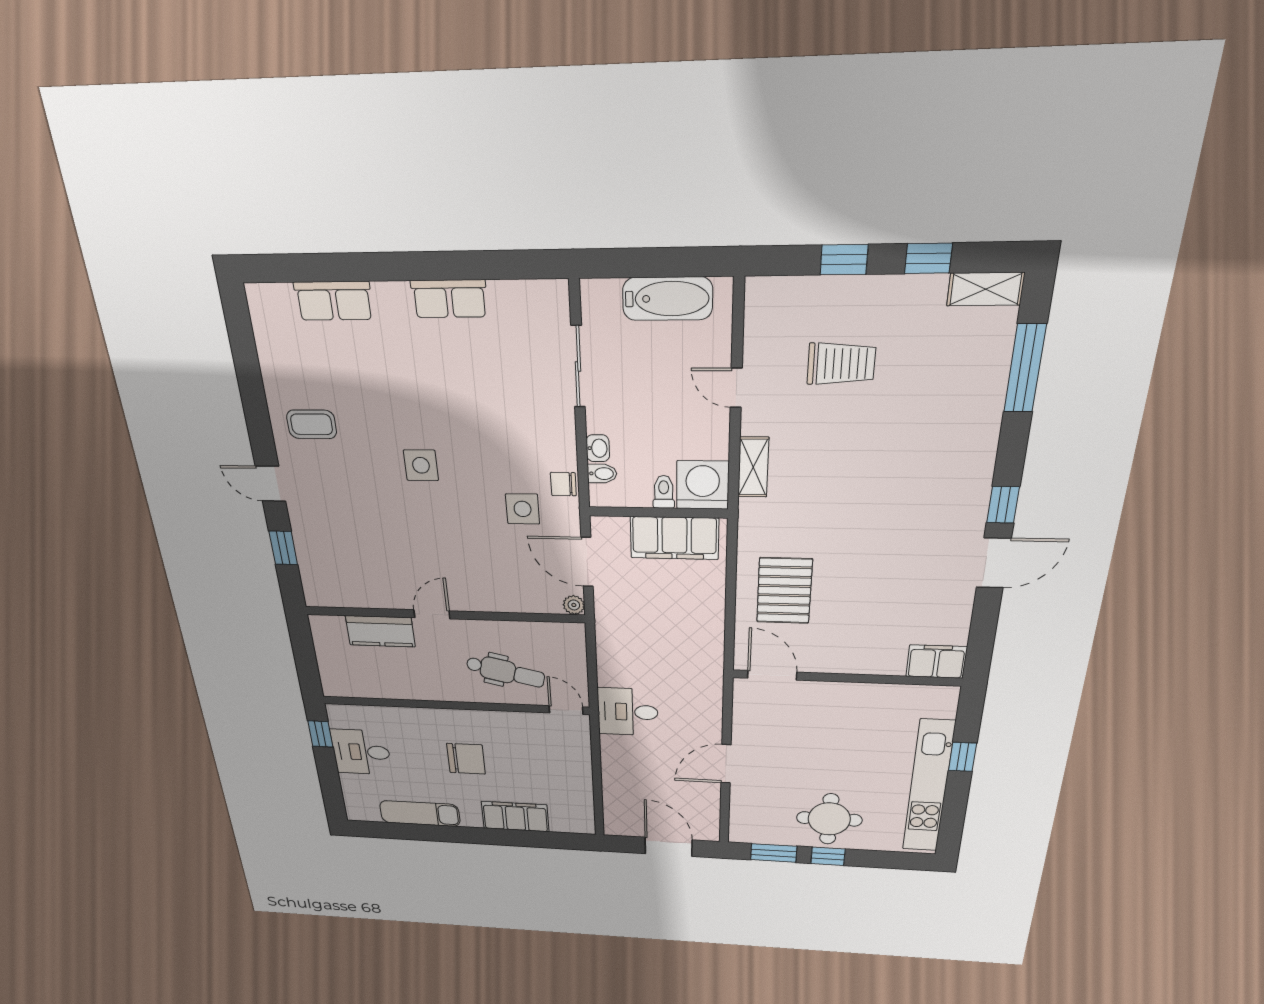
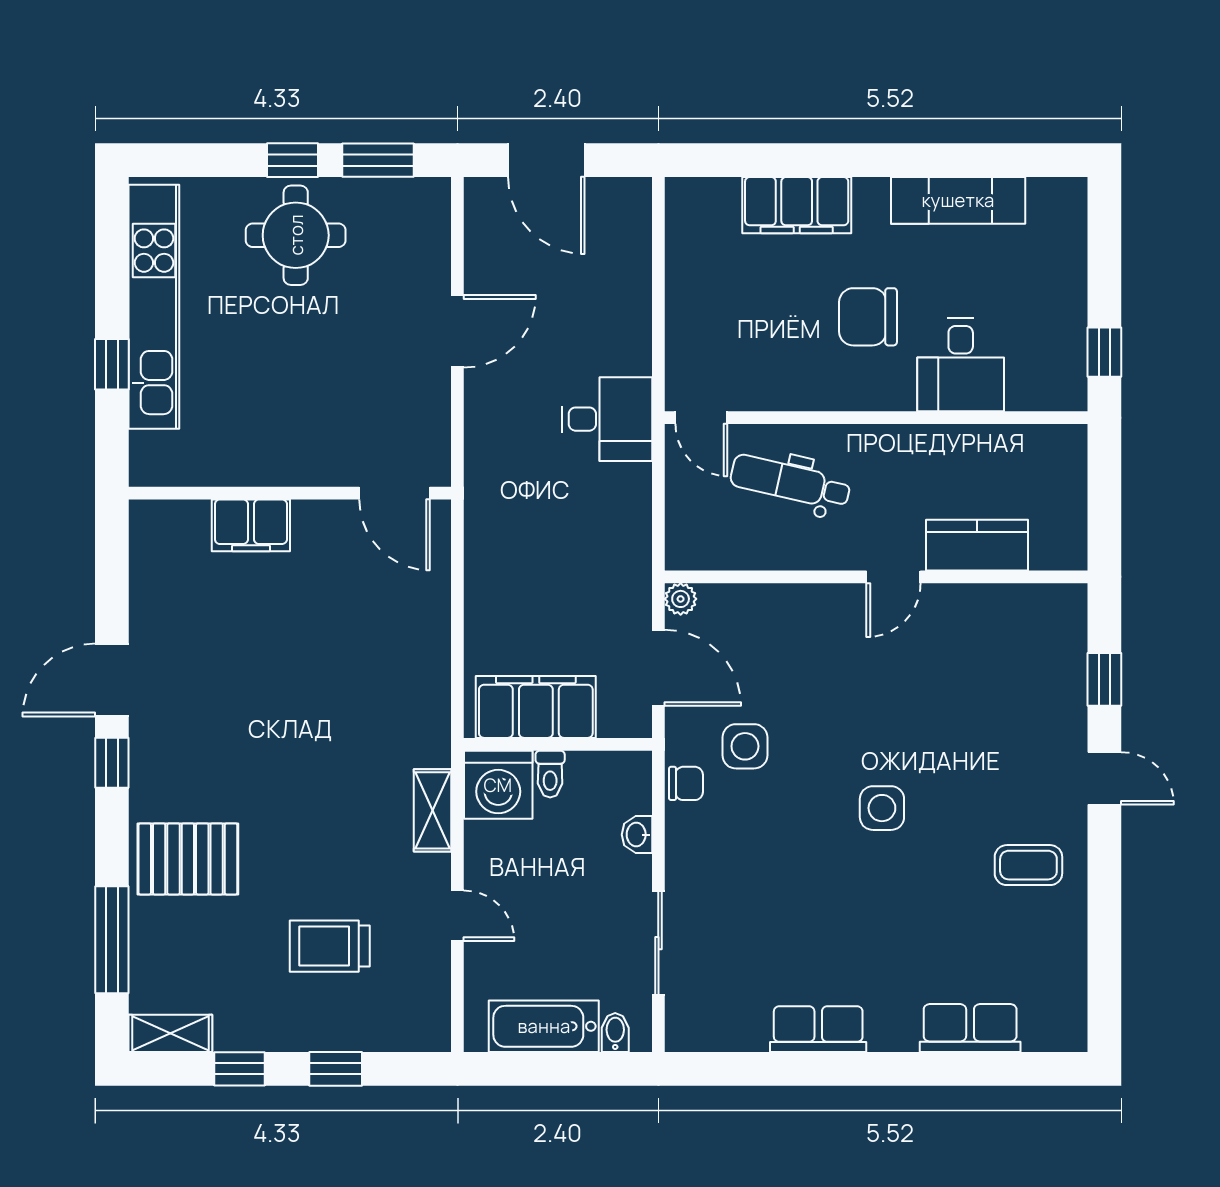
bidet: (602, 474) -> (615, 1032), moved, turned 90
pallet: (784, 591) -> (188, 859), moved, turned 90
filing cabinet: (936, 662) -> (251, 525), moved
desk: (361, 752) -> (961, 365), moved, turned 90

